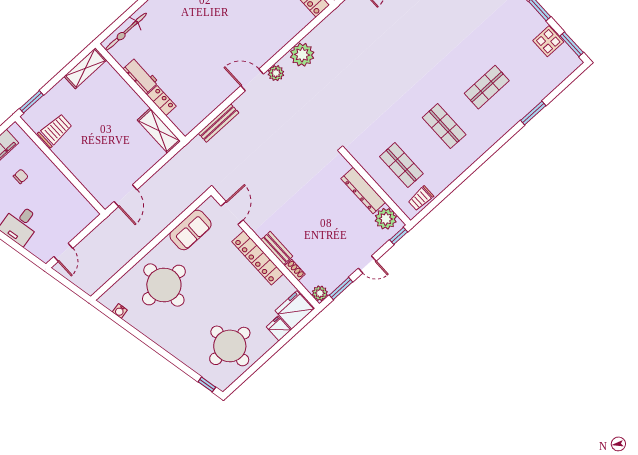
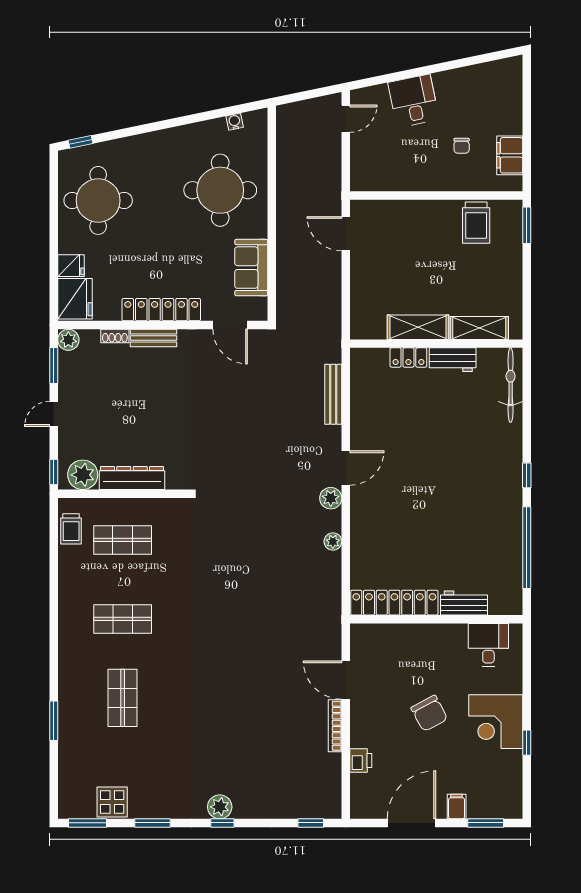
plant: (302, 55) -> (333, 542), width x0.53, depth x0.53
shelving: (85, 68) -> (479, 328), moved, turned 90
shelving: (159, 131) -> (418, 327), moved
trolley: (421, 198) -> (71, 529), turned 180
door: (63, 252) -> (346, 119), swing flipped

